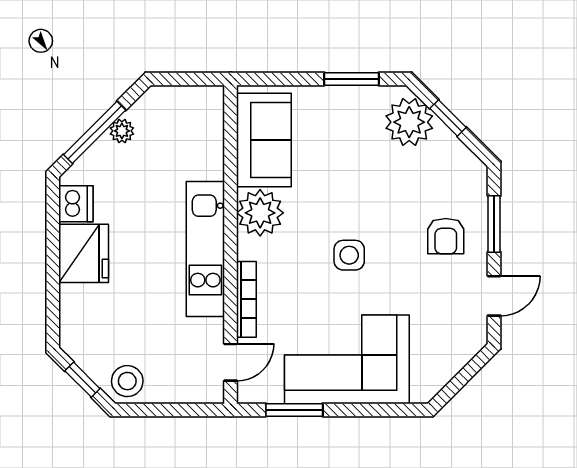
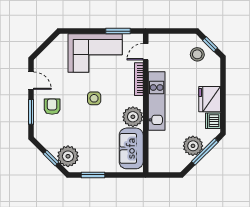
plant: (122, 131) -> (193, 146), width x1.88, depth x1.88
door: (494, 296) -> (31, 81), swing flipped
stool: (127, 381) -> (197, 54), moved

